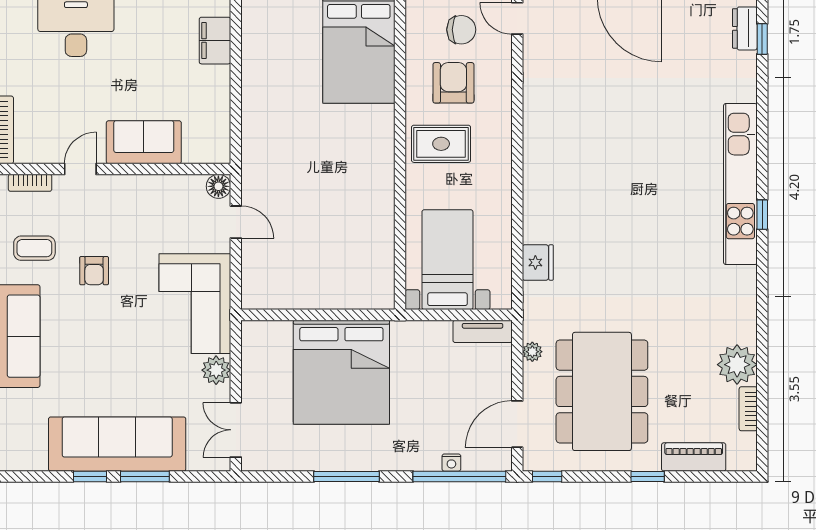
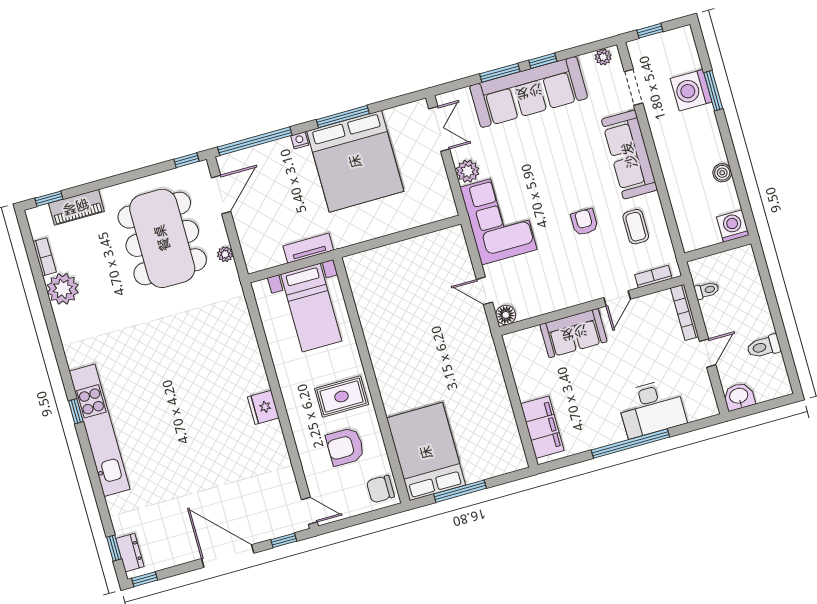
chair: (461, 30) -> (380, 489), moved
filing cabinet: (215, 41) -> (542, 427), width x1.50, depth x1.17
armchair: (453, 83) -> (345, 447), turned 90
coffee table: (34, 248) -> (636, 227), turned 90
fridge: (538, 262) -> (263, 407), moved
tv unit: (483, 331) -> (308, 248), moved
bed: (341, 372) -> (355, 161), moved, turned 180
plant: (17, 461) -> (603, 57), added
nightstand: (451, 463) -> (300, 140), moved
window: (648, 477) -> (49, 199), moved

